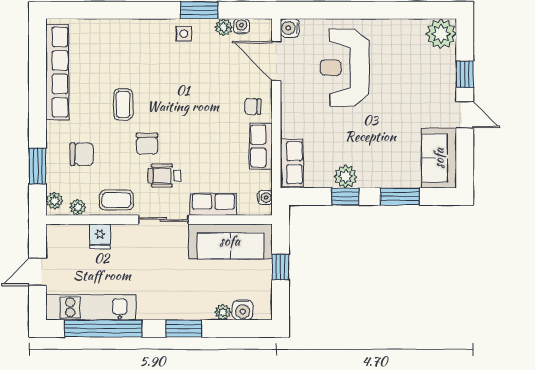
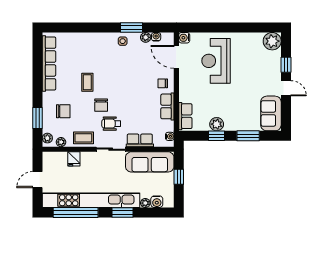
kitchen unit: (91, 307) -> (91, 200), width x1.86

